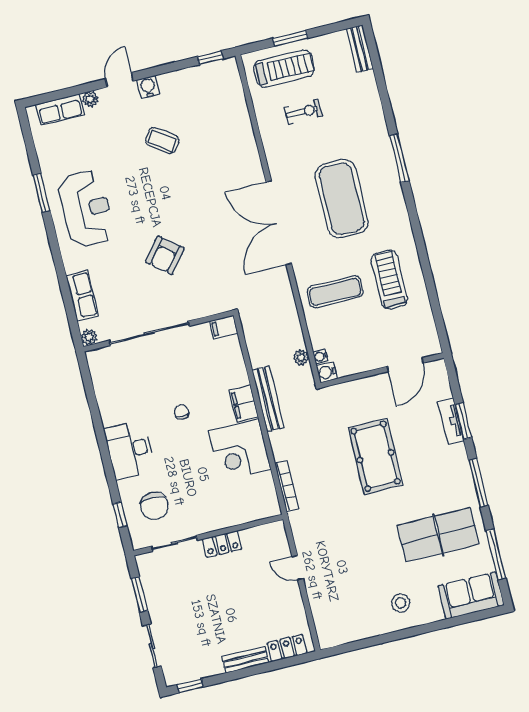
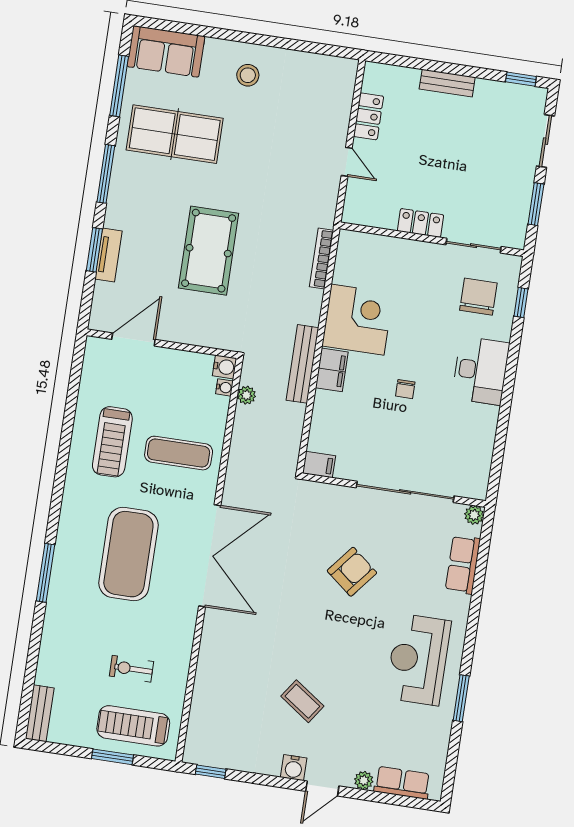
locker: (287, 648) -> (369, 116), moved, turned -90

